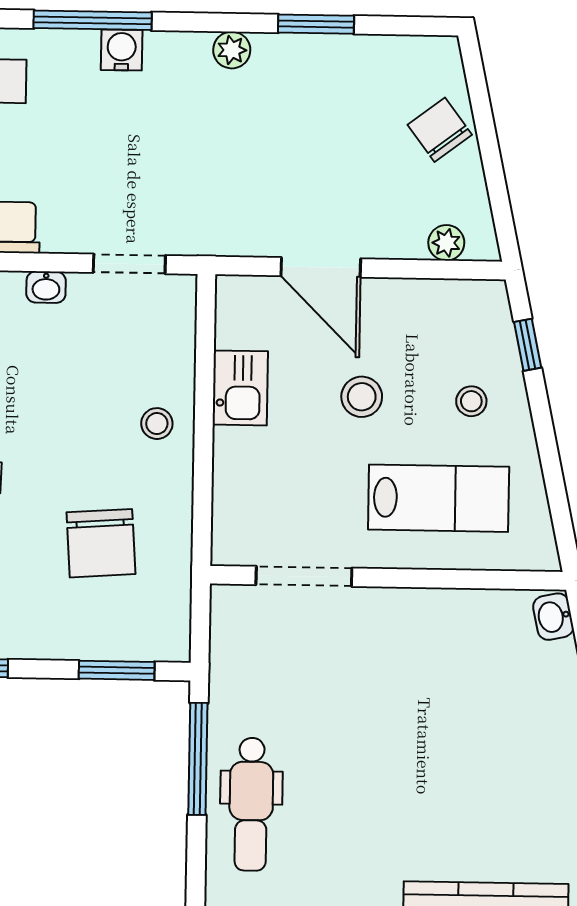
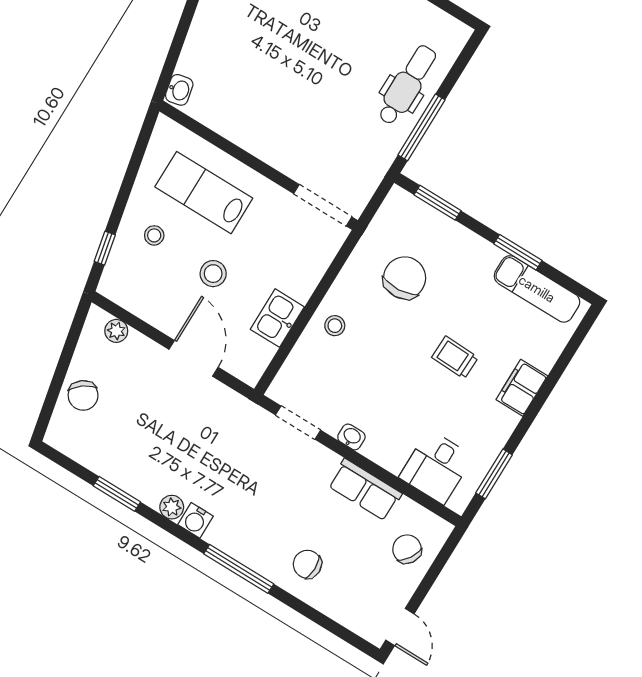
water cooler: (122, 50) -> (195, 520), moved
doorway: (304, 576) -> (323, 205), moved

